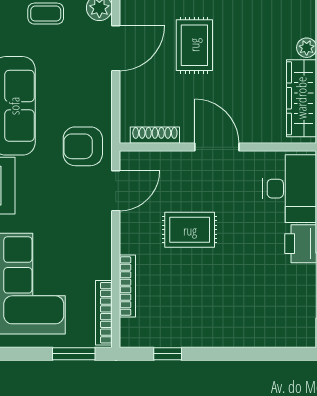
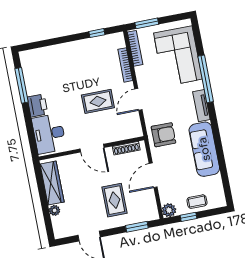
door: (116, 48) -> (153, 175), moved
door: (116, 191) -> (138, 99), moved

